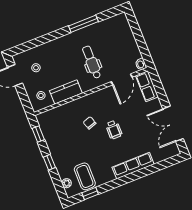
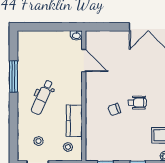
dental chair: (92, 62) -> (42, 97), moved, turned -66
row of seats: (147, 86) -> (100, 38), removed
wheelchair: (114, 130) -> (137, 103), moved

